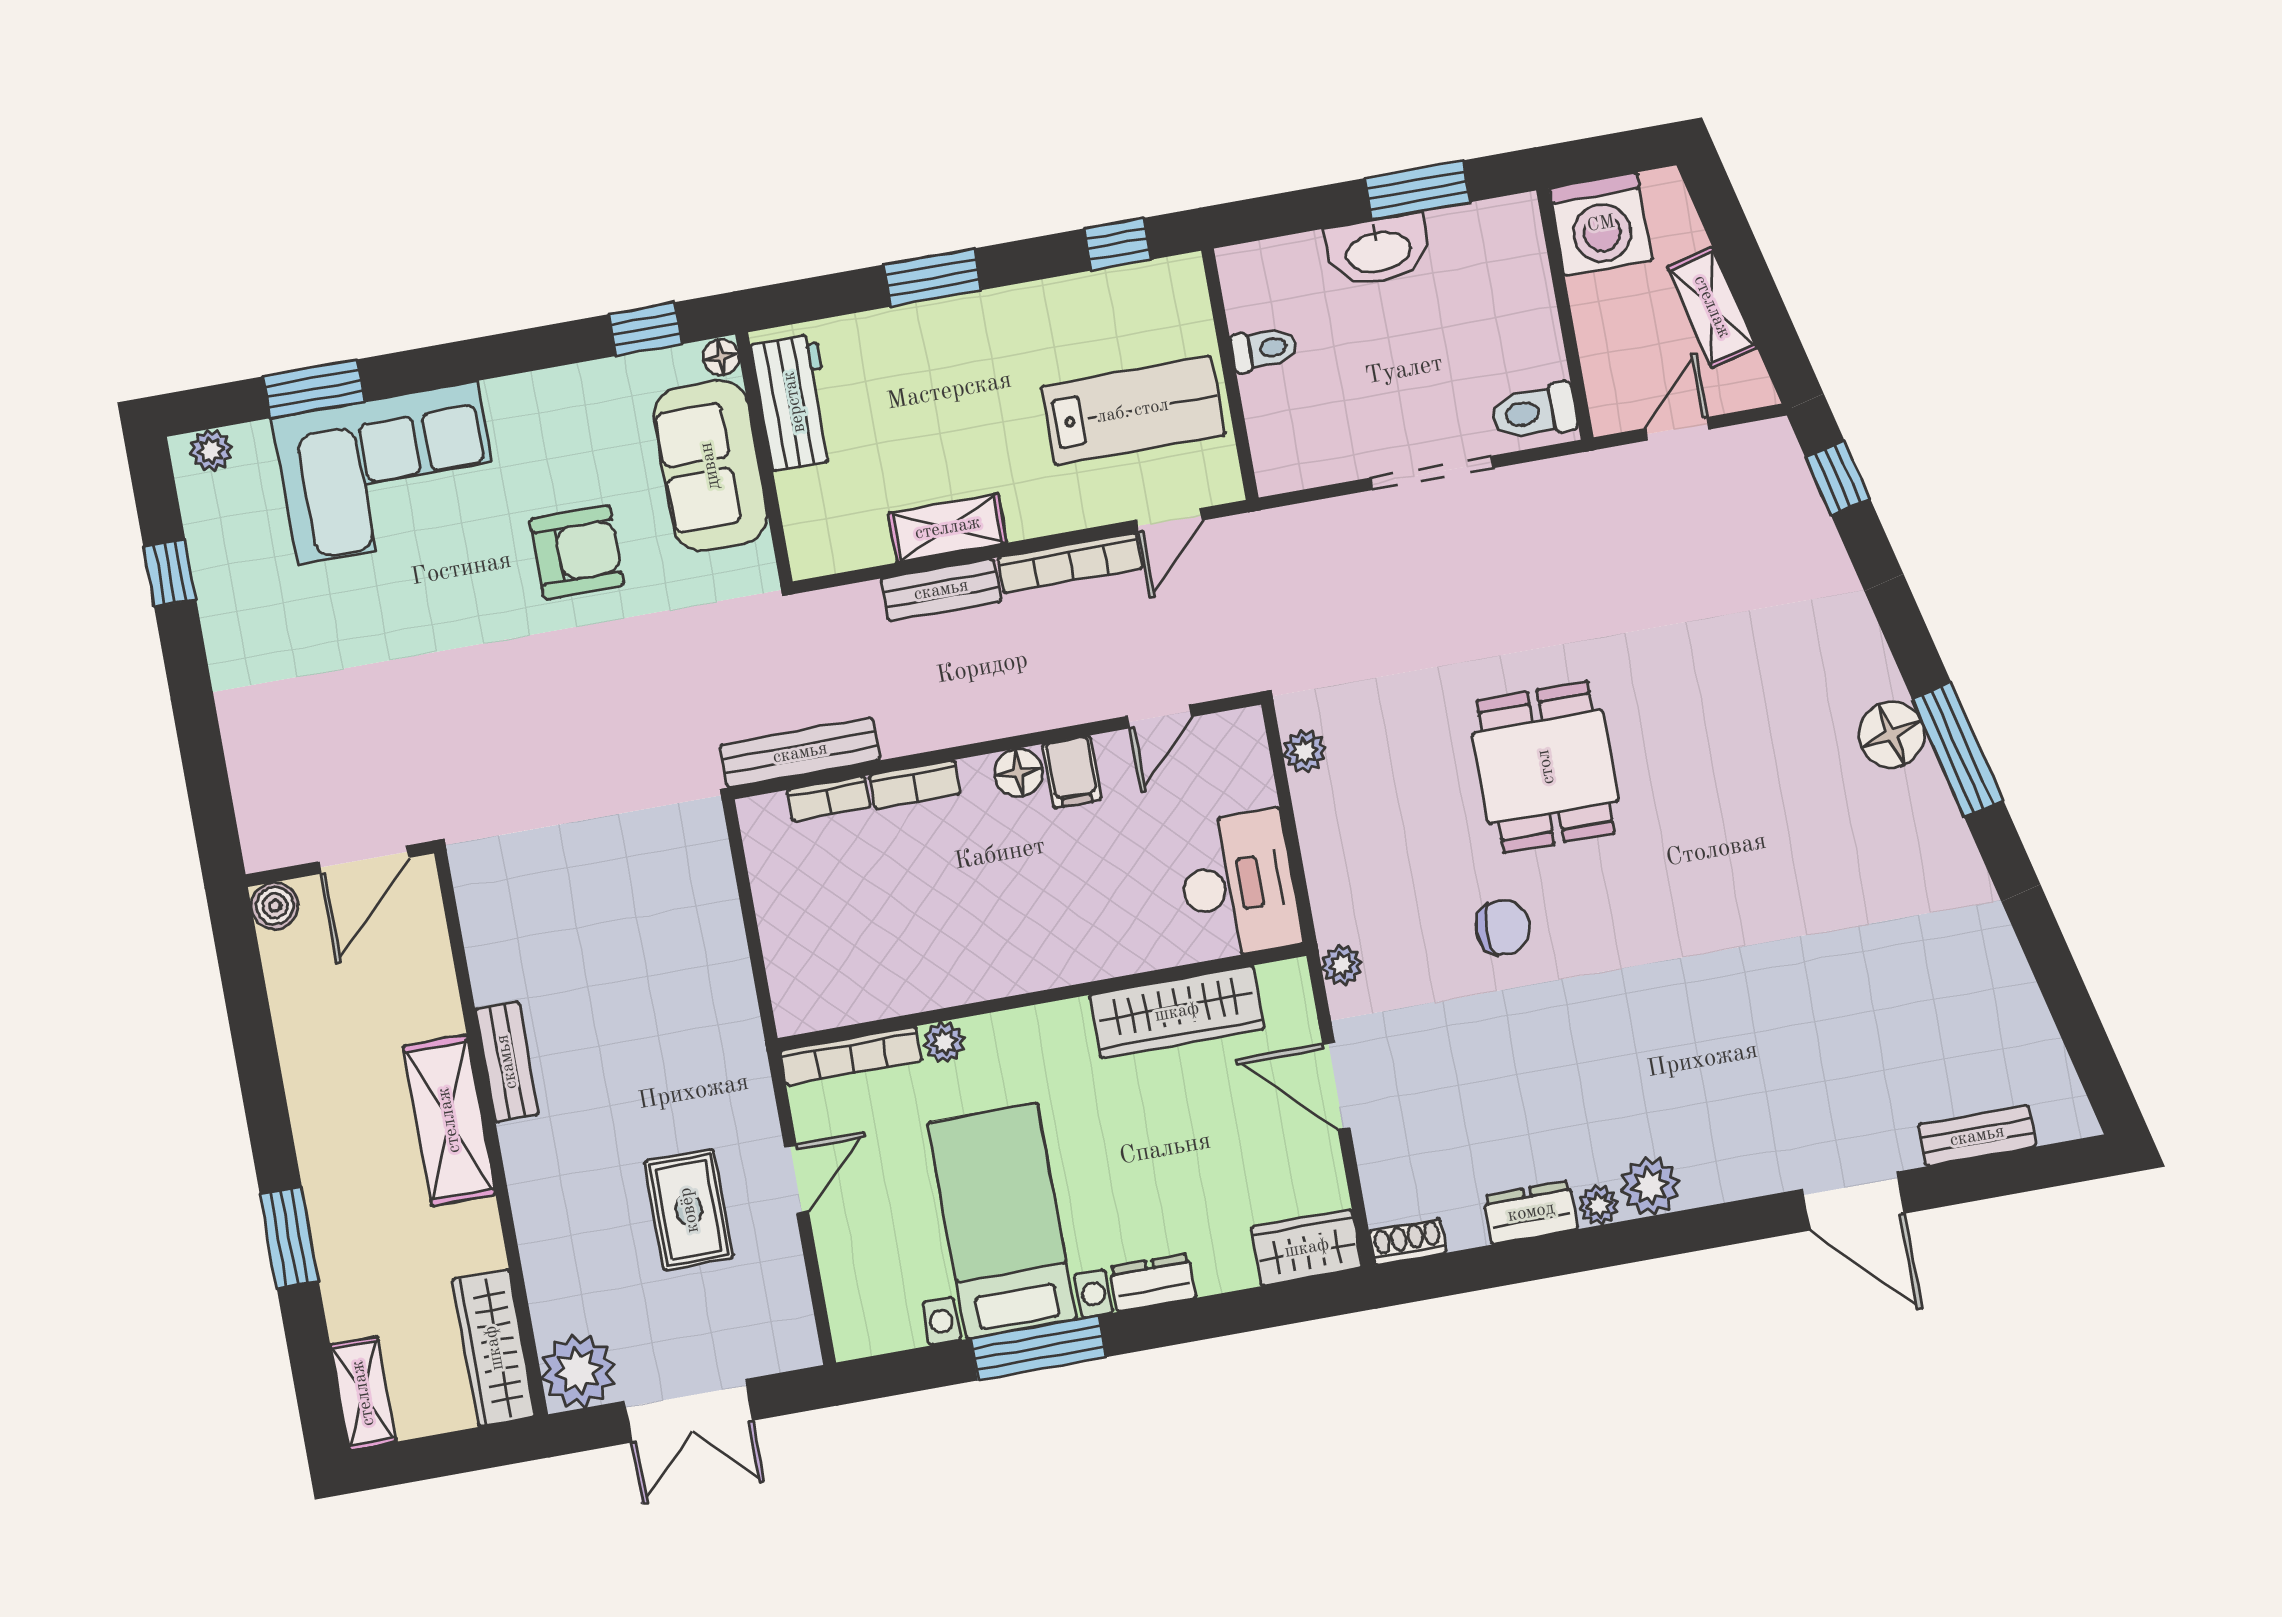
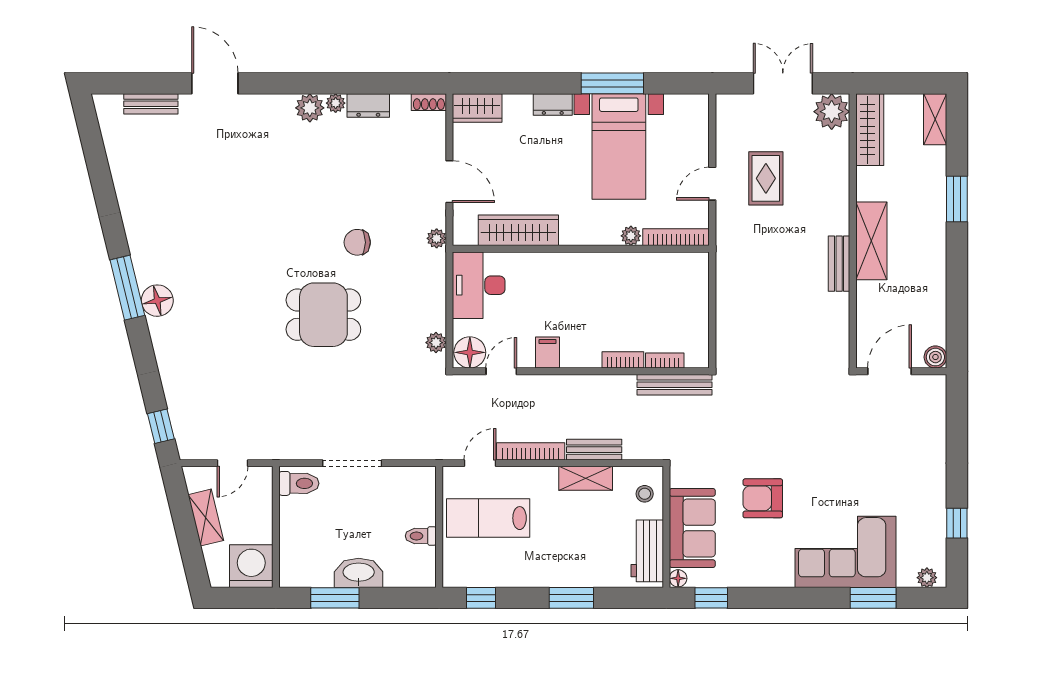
stool: (821, 518) -> (645, 494), added
dining table: (1546, 767) -> (323, 315), turned 90
floor lamp: (1018, 773) -> (470, 352), moved, width x1.38, depth x1.38

